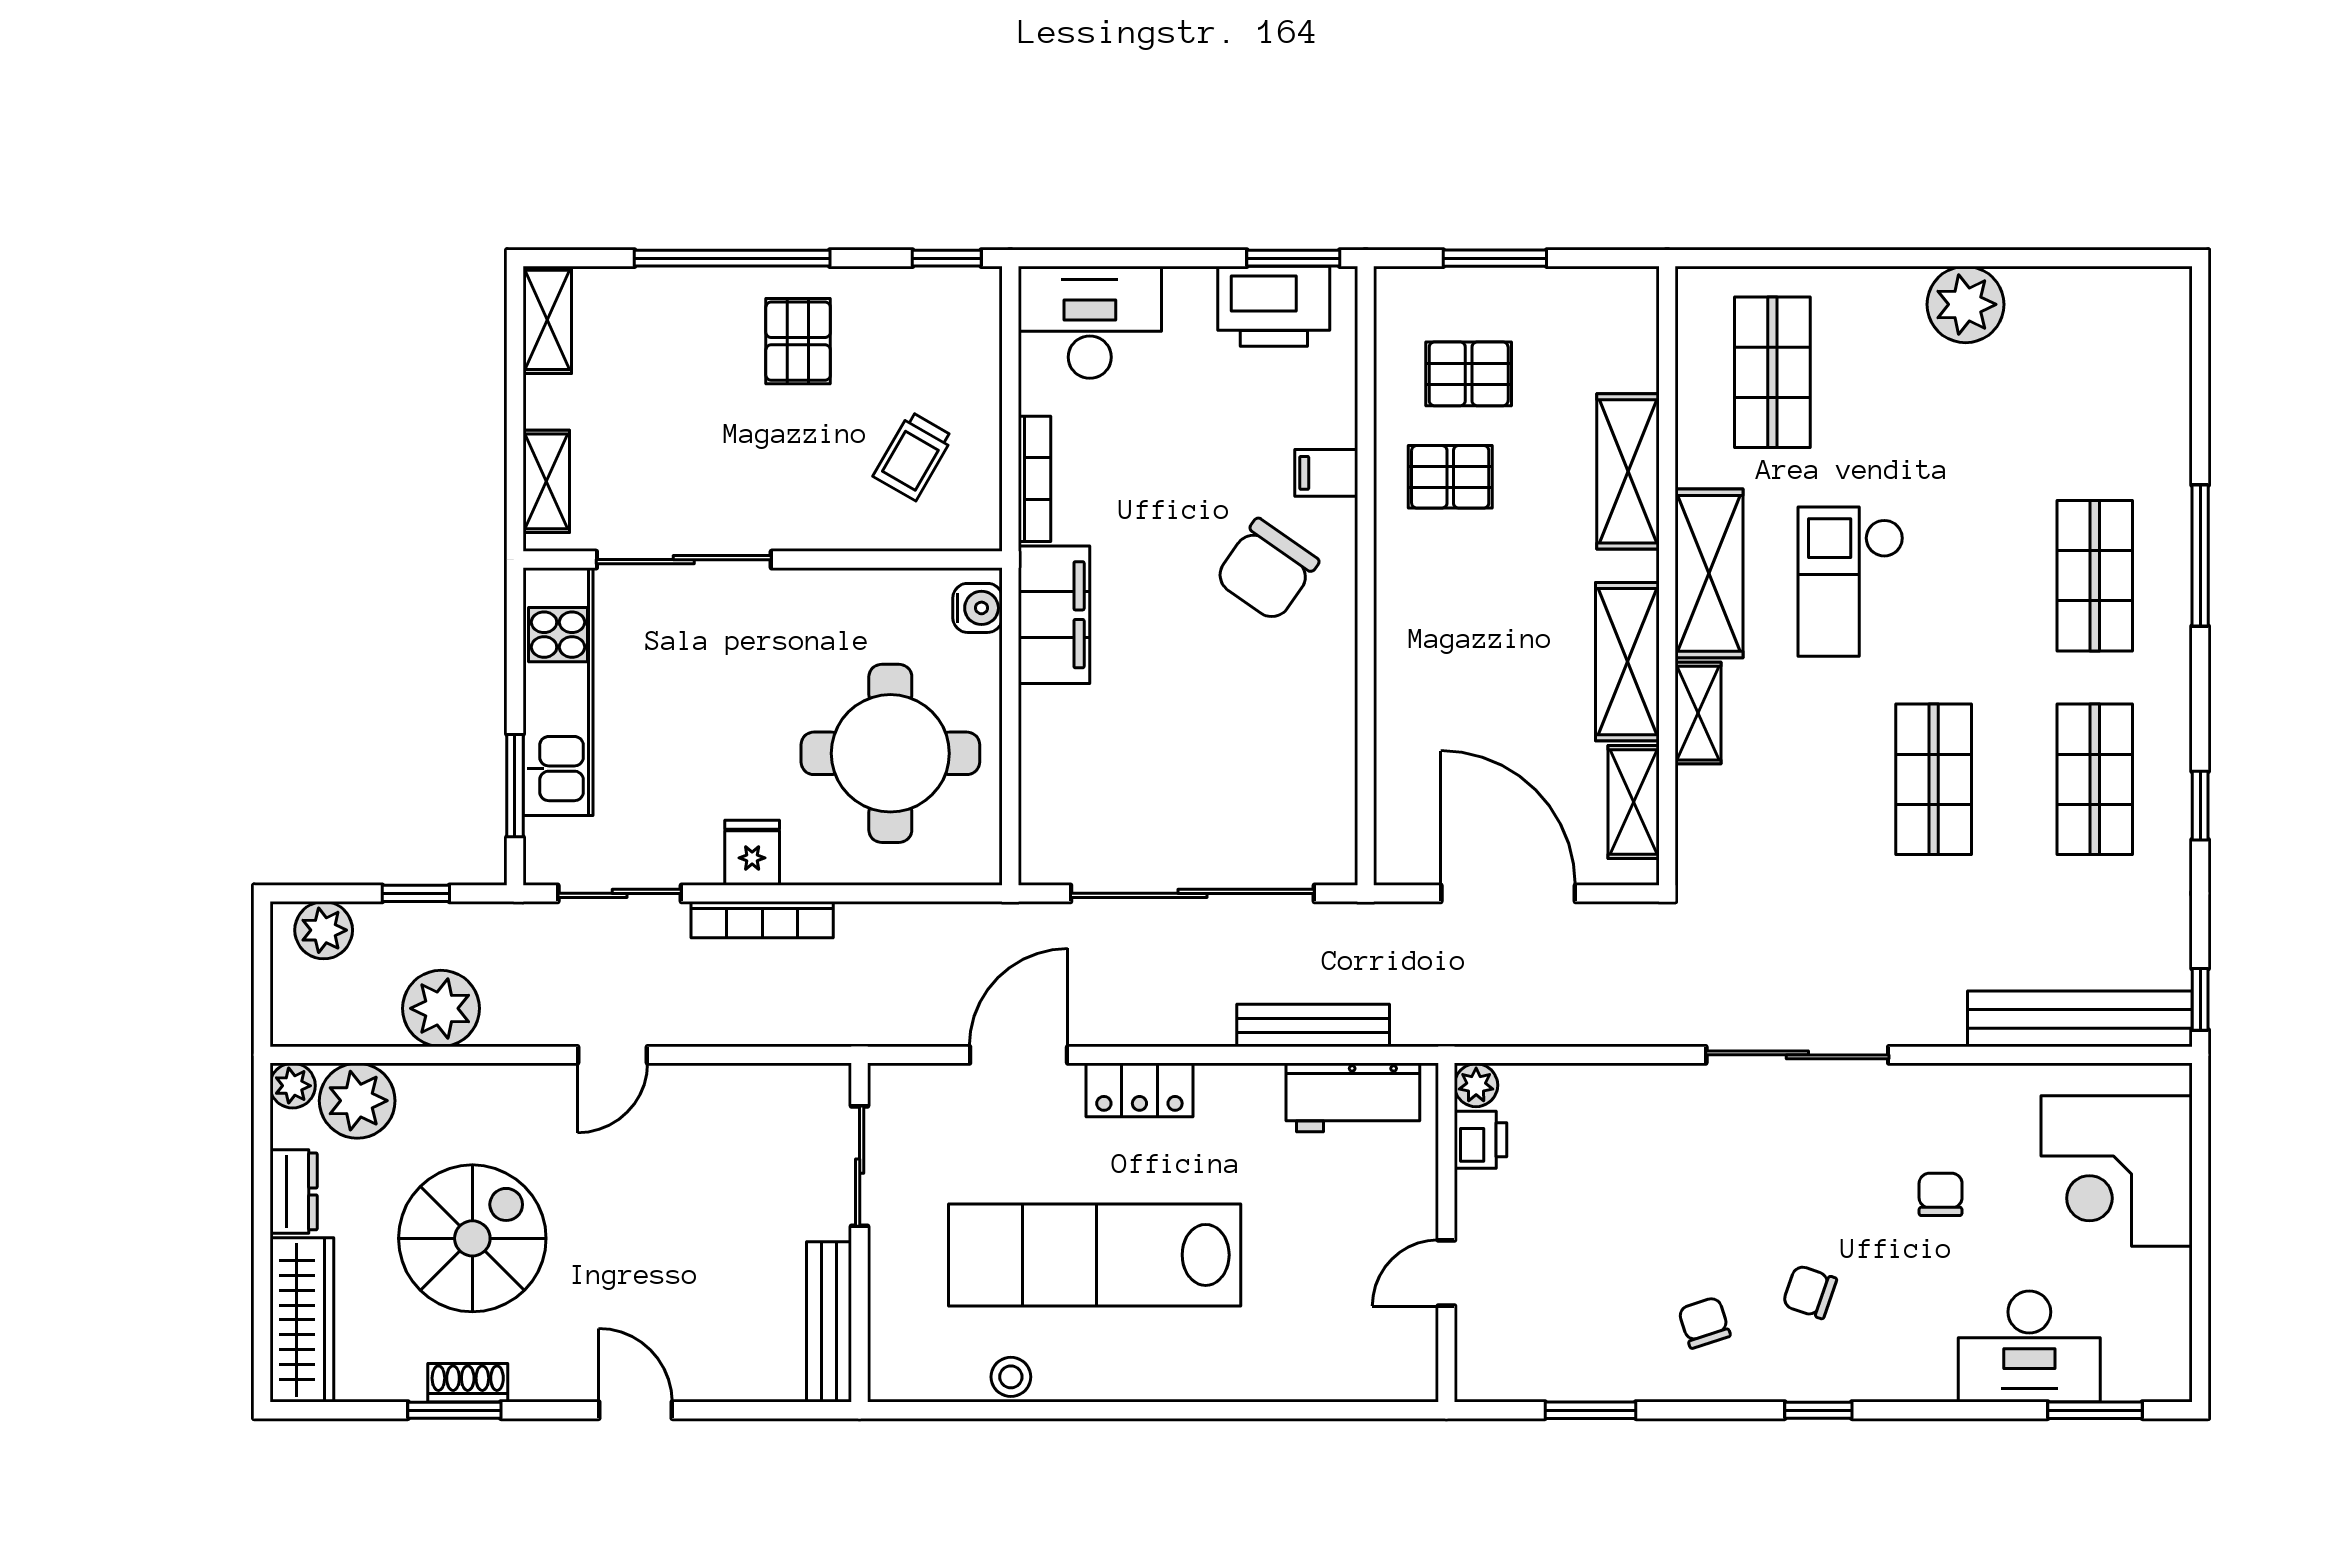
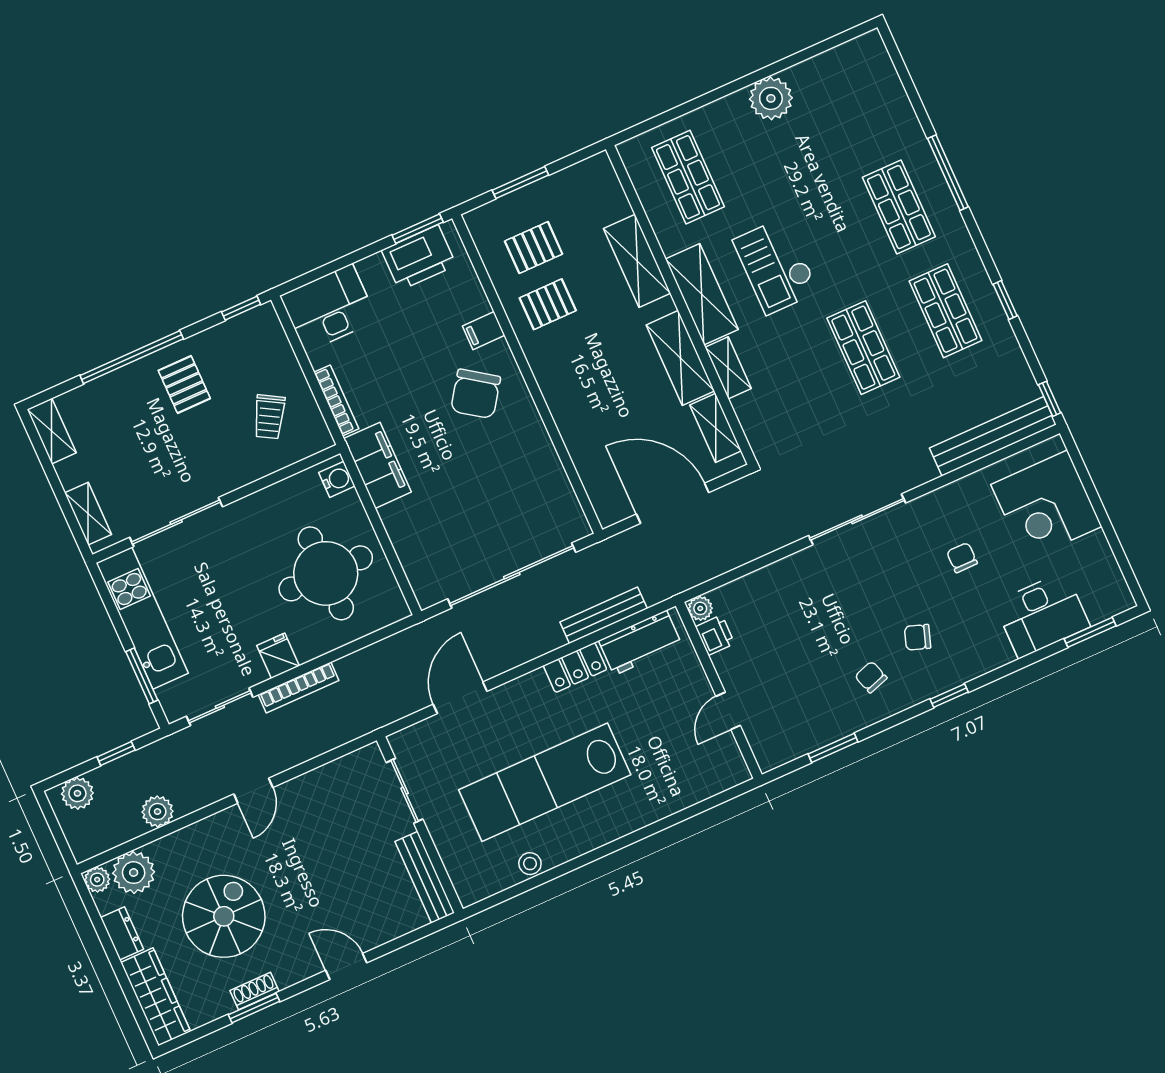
plant: (441, 1008) -> (158, 812), width x0.73, depth x0.73
locker: (1139, 1090) -> (575, 668), moved

